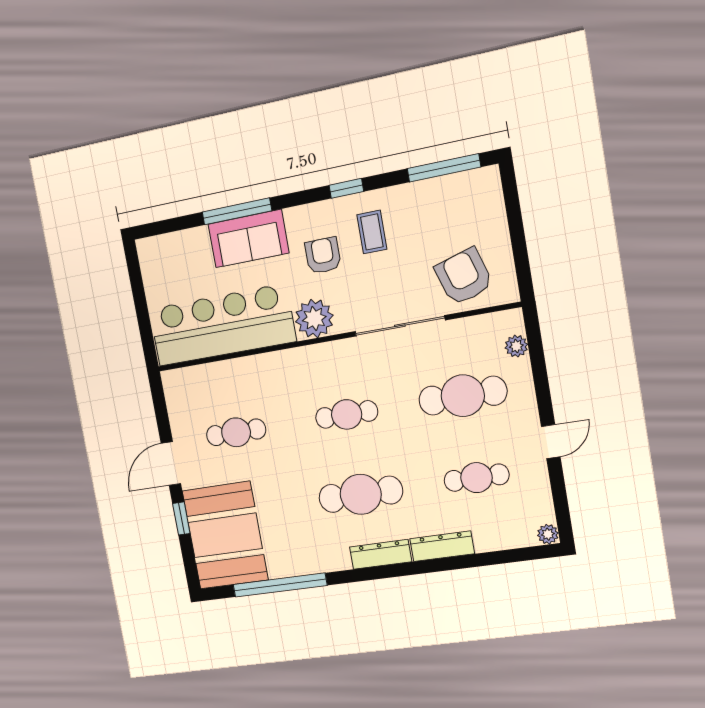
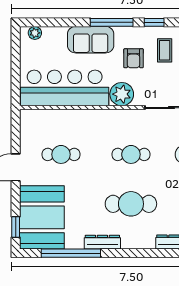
window: (237, 211) -> (112, 22), moved
plant: (160, 245) -> (35, 33), added
armchair: (323, 256) -> (134, 58), turned 180
window: (181, 518) -> (16, 227), moved
dresser: (381, 554) -> (102, 242), moved

